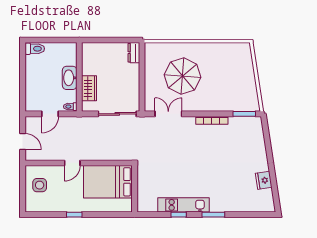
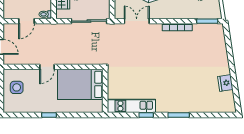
kitchen unit: (183, 205) -> (131, 106), moved

